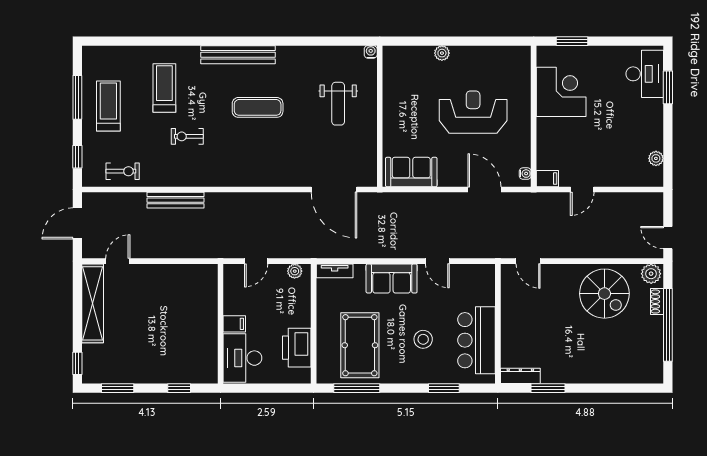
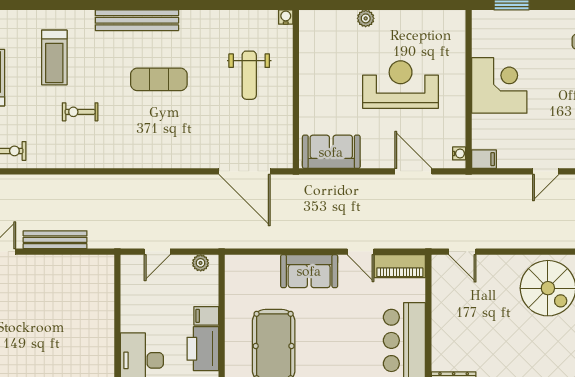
treadmill: (164, 88) -> (54, 58), turned 180
corner desk: (561, 92) -> (499, 85), moved
door: (582, 190) -> (546, 171), moved
bench: (176, 200) -> (55, 240), moved
tv unit: (335, 271) -> (245, 263), removed
piano: (472, 274) -> (400, 266), added
filing cabinet: (234, 324) -> (206, 316), moved, turned 180
stool: (423, 339) -> (345, 339), removed

